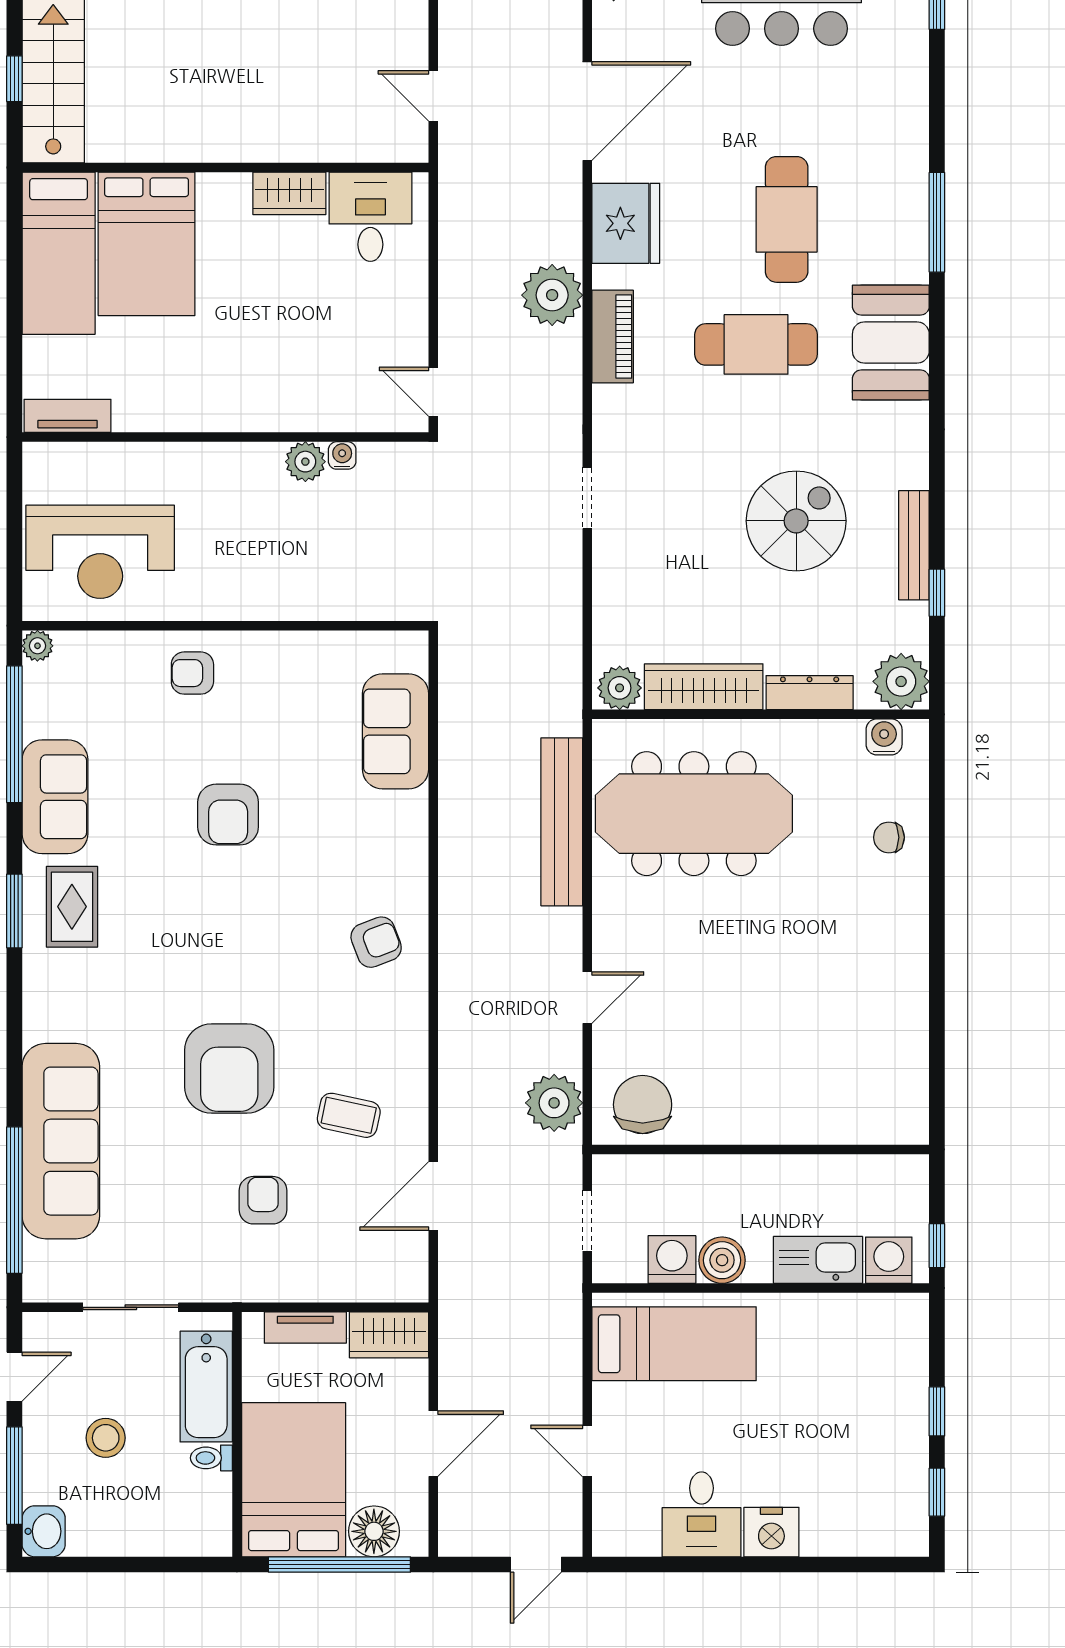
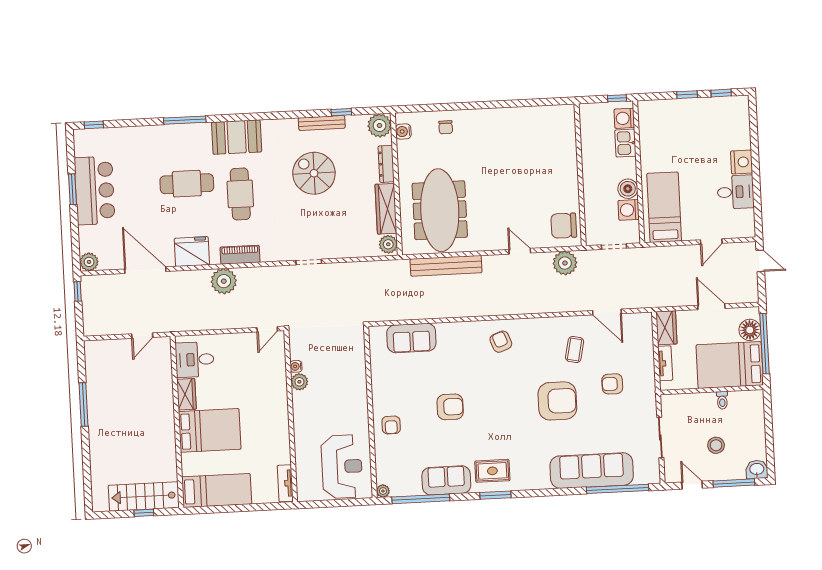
bed: (147, 244) -> (210, 430), moved
kitchen sink: (818, 1260) -> (625, 143), width x0.73
bathtub: (206, 1387) -> (692, 404), removed

